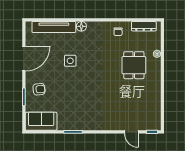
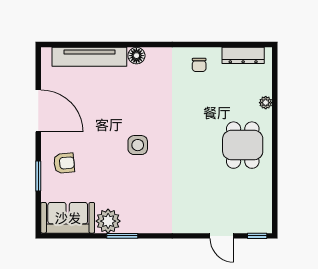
door: (24, 59) -> (38, 111), hinge flipped
side table: (70, 61) -> (138, 145), moved
dining table: (134, 65) -> (243, 145), moved
plant: (65, 123) -> (108, 221), added

